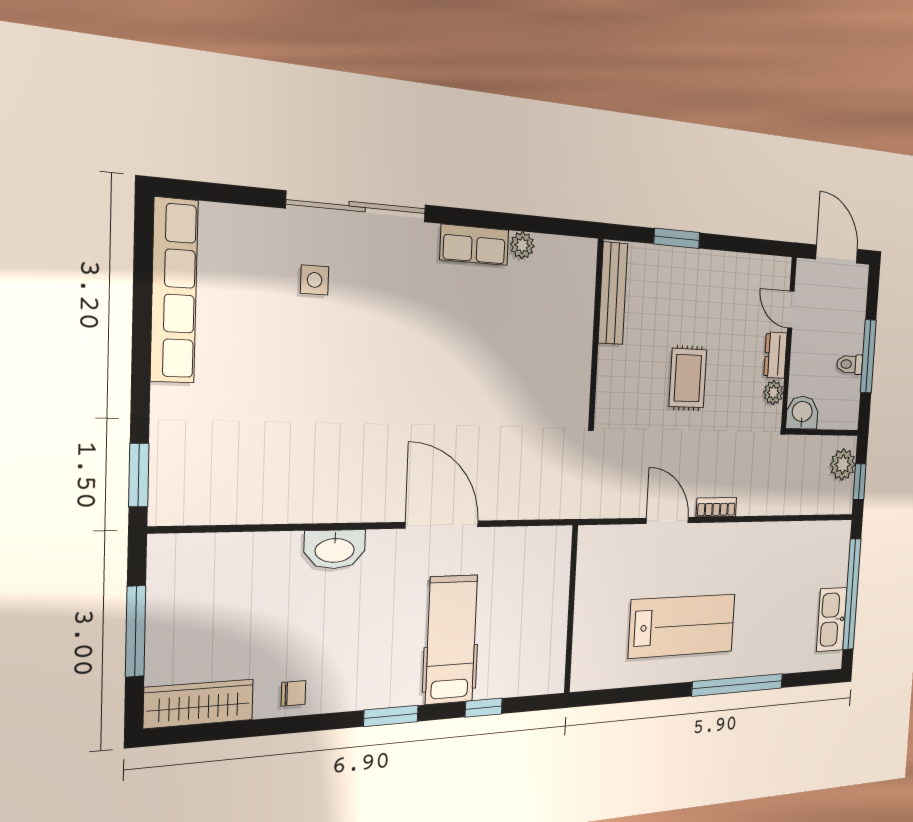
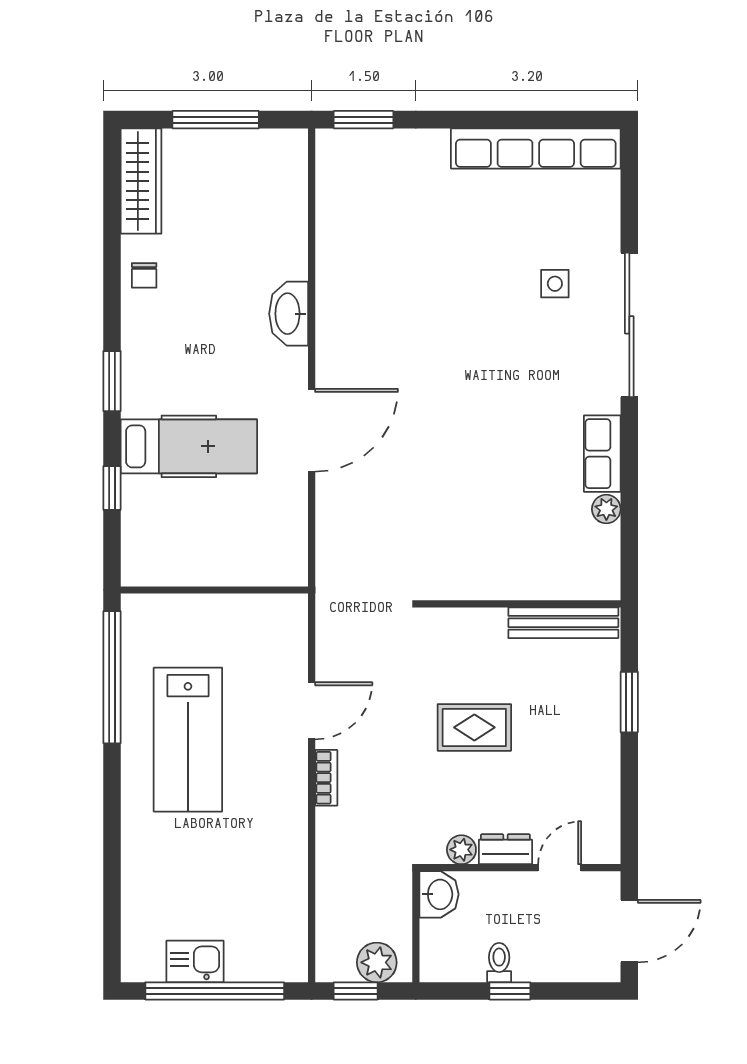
window: (868, 356) -> (510, 991), width x0.46
kitchen sink: (832, 620) -> (195, 961), width x0.73
window: (738, 685) -> (112, 677), moved

